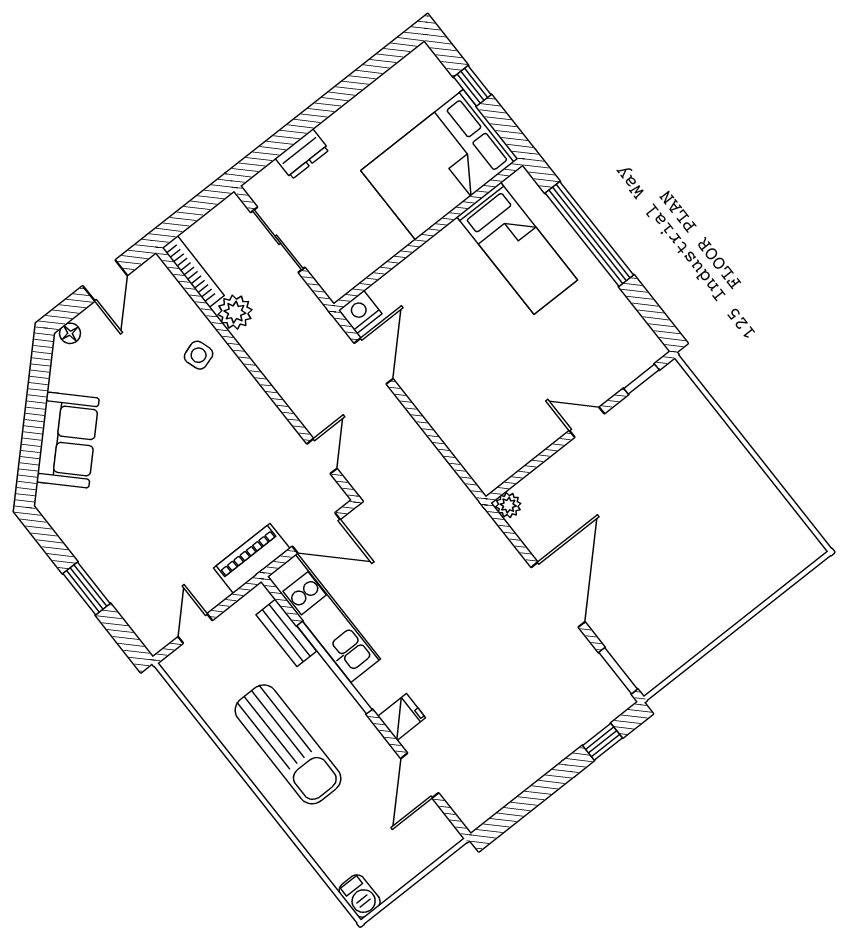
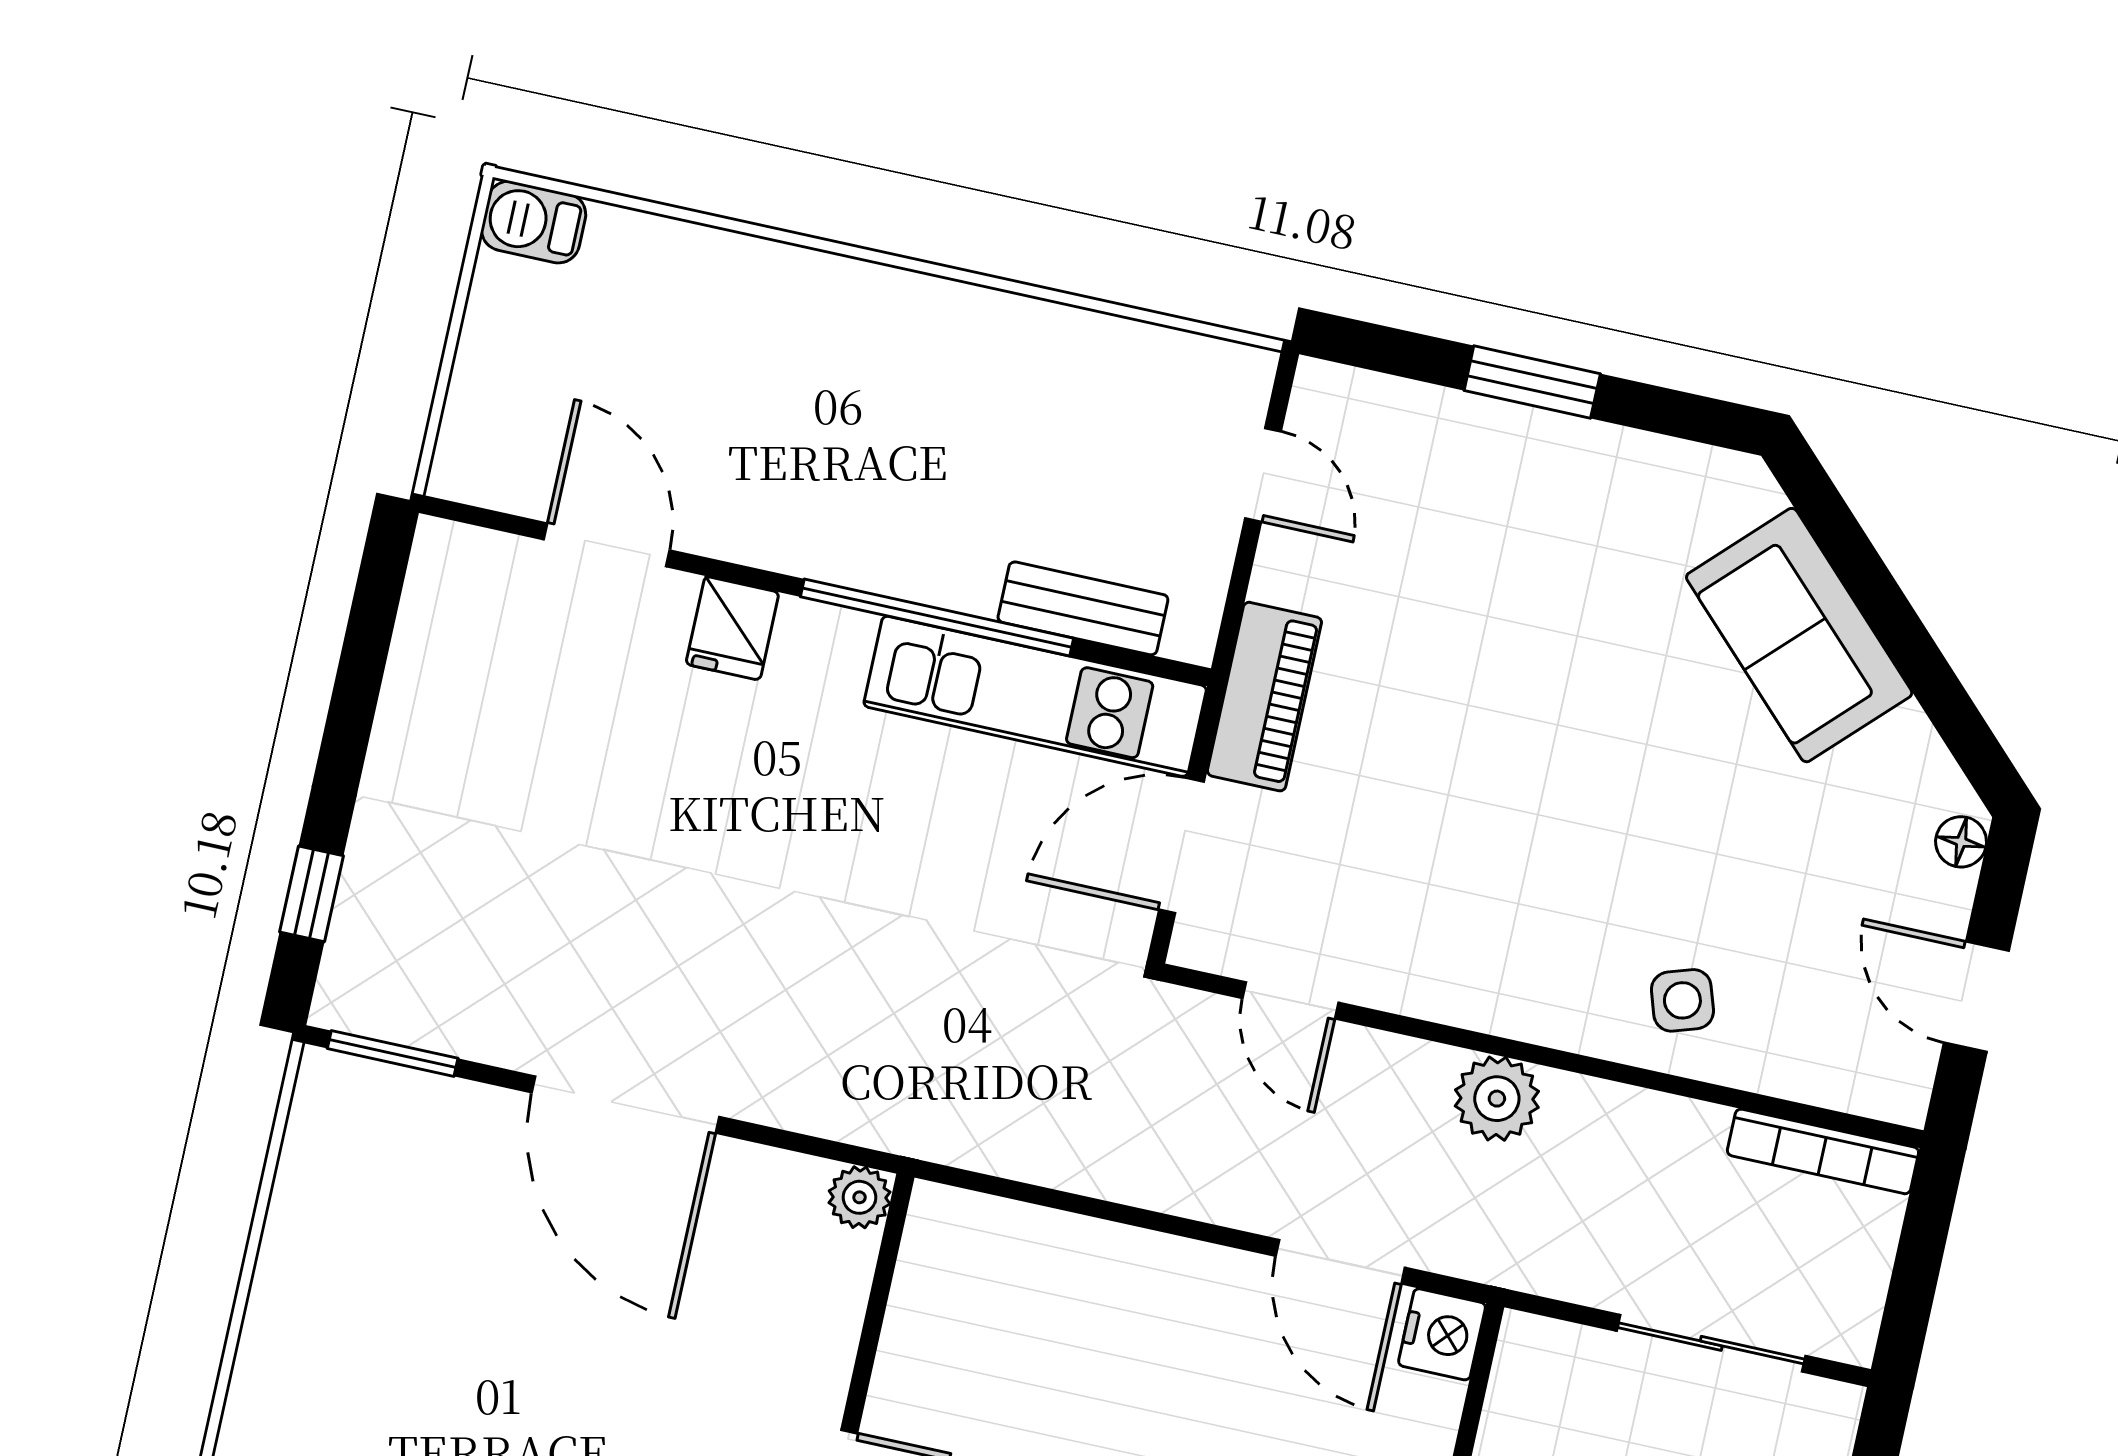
plant: (235, 312) -> (1497, 1099), moved
sun lounger: (288, 744) -> (906, 399), removed

